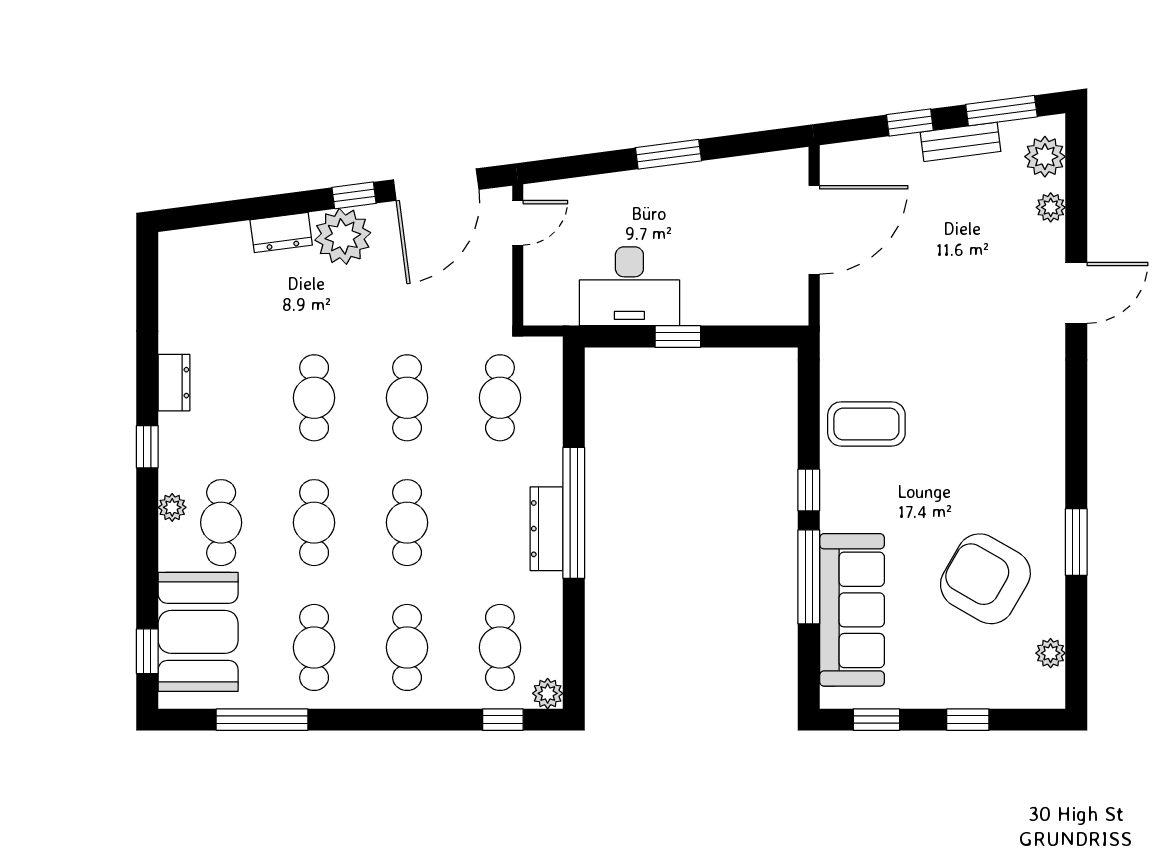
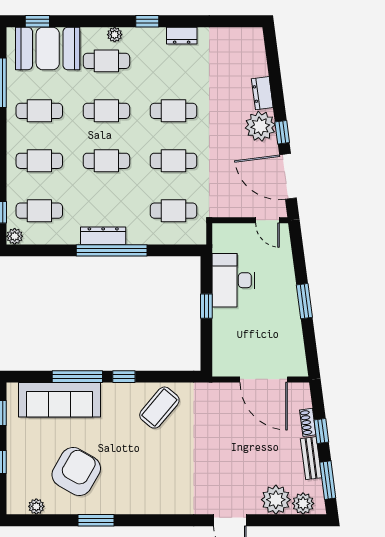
shoe rack: (894, 148) -> (308, 422), added
plant: (1051, 207) -> (276, 500), width x1.87, depth x1.87
coffee table: (866, 424) -> (159, 408), turned 40

